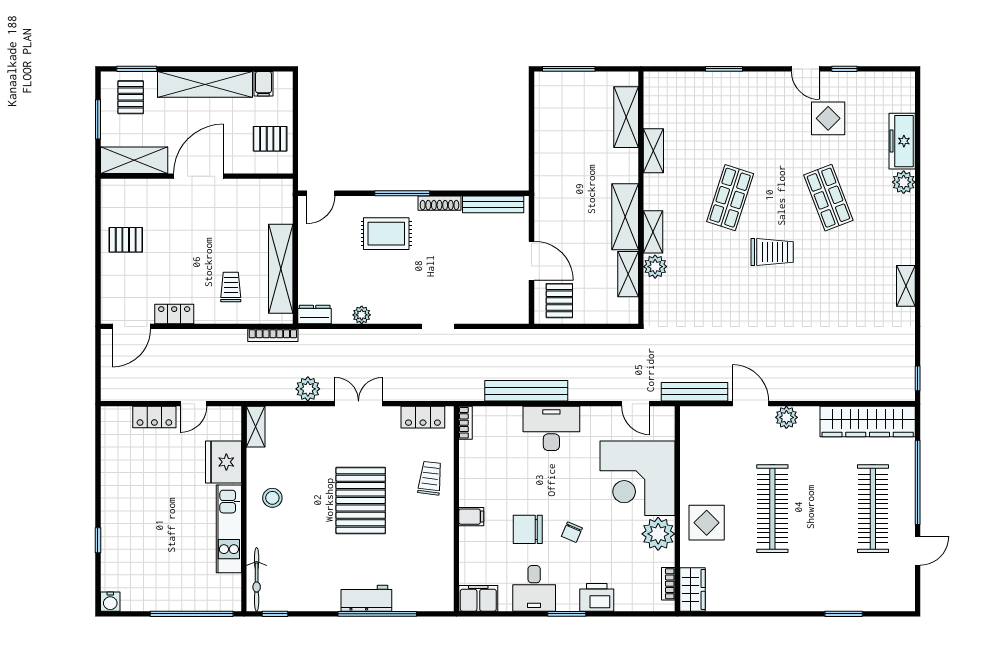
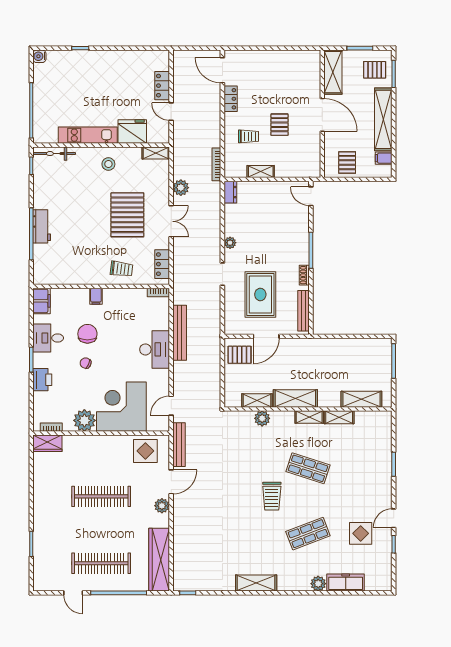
shoe rack: (440, 203) -> (304, 275), width x0.70
shelving: (653, 232) -> (309, 417), moved
rug: (386, 234) -> (260, 294), moved, width x1.36, depth x1.43
pallet: (126, 240) -> (279, 125), moved
shelving: (281, 269) -> (261, 172), width x0.45, depth x0.75
shelving: (906, 286) -> (256, 583), width x1.50, depth x1.33
plant: (362, 315) -> (230, 243), moved
pallet: (361, 500) -> (127, 215), moved, turned 90
display table: (707, 523) -> (145, 451), moved

